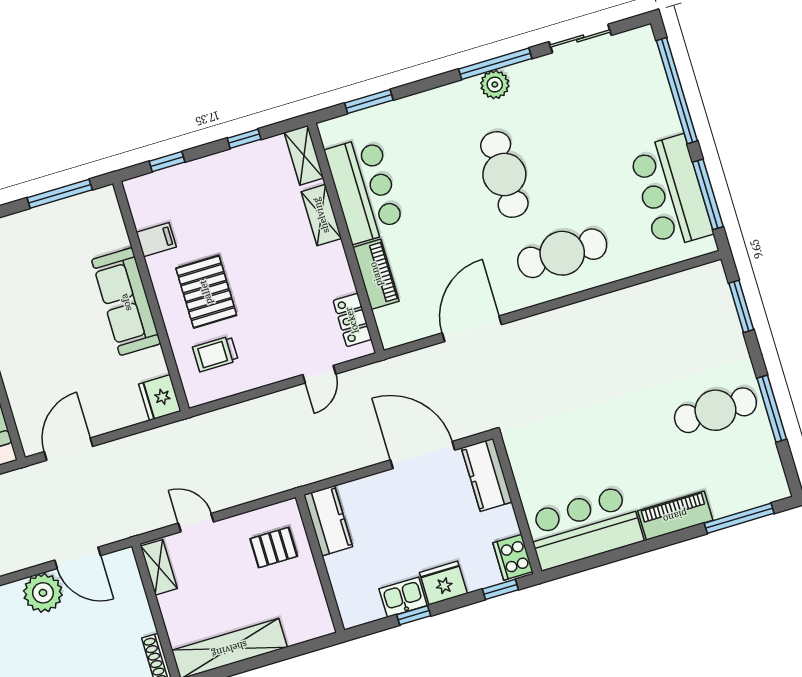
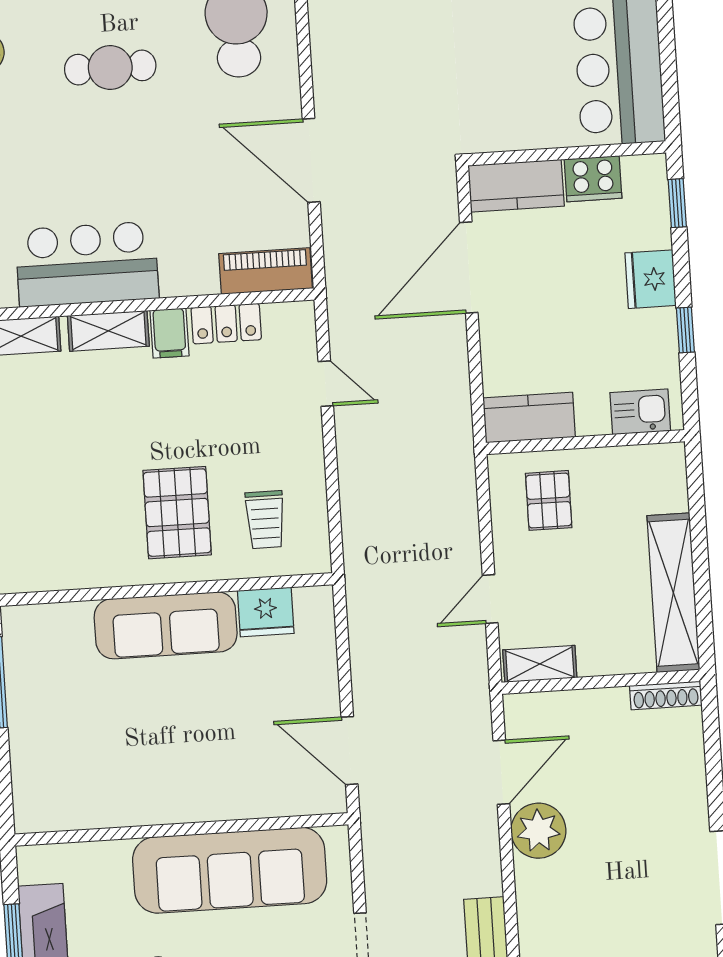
cafe table: (504, 174) -> (110, 68), width x0.73, depth x0.74
filing cabinet: (156, 240) -> (170, 333), moved, turned 180
piano: (376, 274) -> (266, 271), moved
pallet: (206, 292) -> (177, 513), turned 90
locker: (352, 320) -> (226, 324), moved
fridge: (160, 398) -> (266, 612), moved
cooker: (513, 557) -> (593, 179), moved
kitchen sink: (403, 597) -> (640, 412), moved, turned 90

